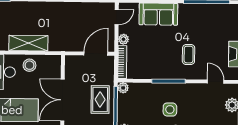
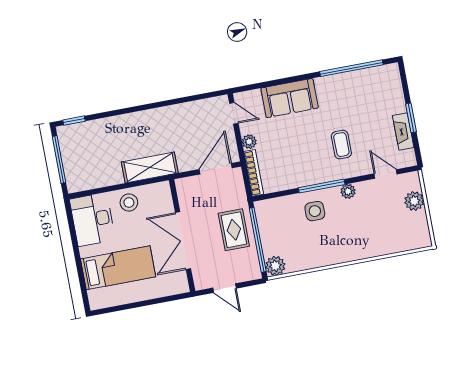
door: (117, 17) -> (234, 113), hinge flipped
shelving: (28, 43) -> (150, 167), moved
plant: (123, 88) -> (348, 191), moved
side table: (170, 110) -> (315, 211), moved

